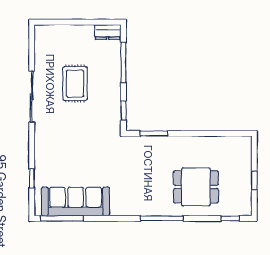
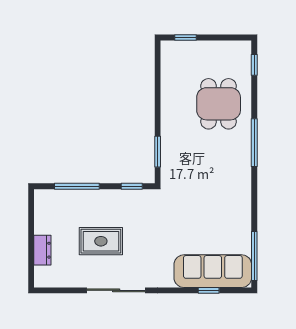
dresser: (108, 32) -> (42, 250), moved
window: (254, 180) -> (185, 37), moved
sofa: (75, 201) -> (213, 271), moved, turned 90

